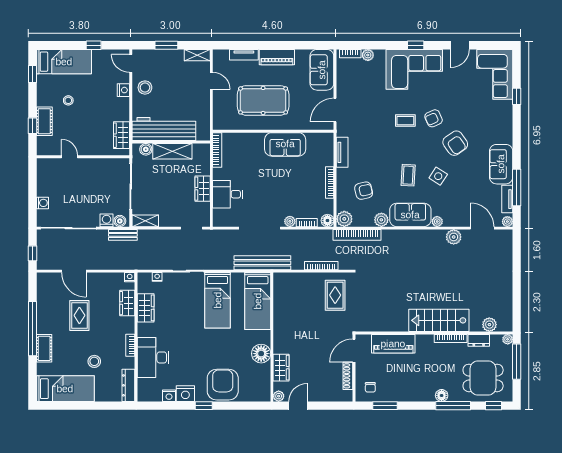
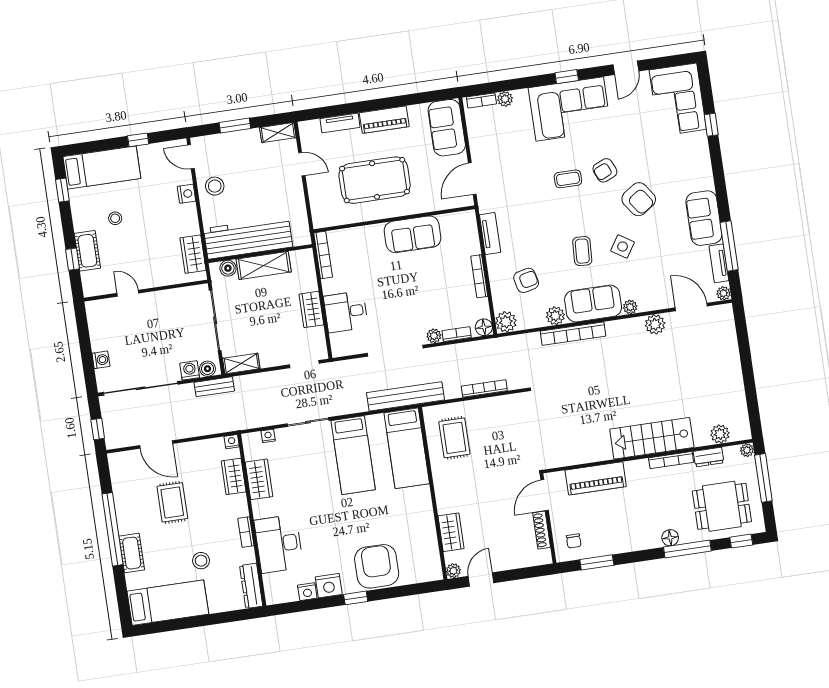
bookcase: (357, 235) -> (573, 334), moved
rug: (335, 295) -> (454, 438), moved
floor lamp: (261, 354) -> (422, 517), removed

